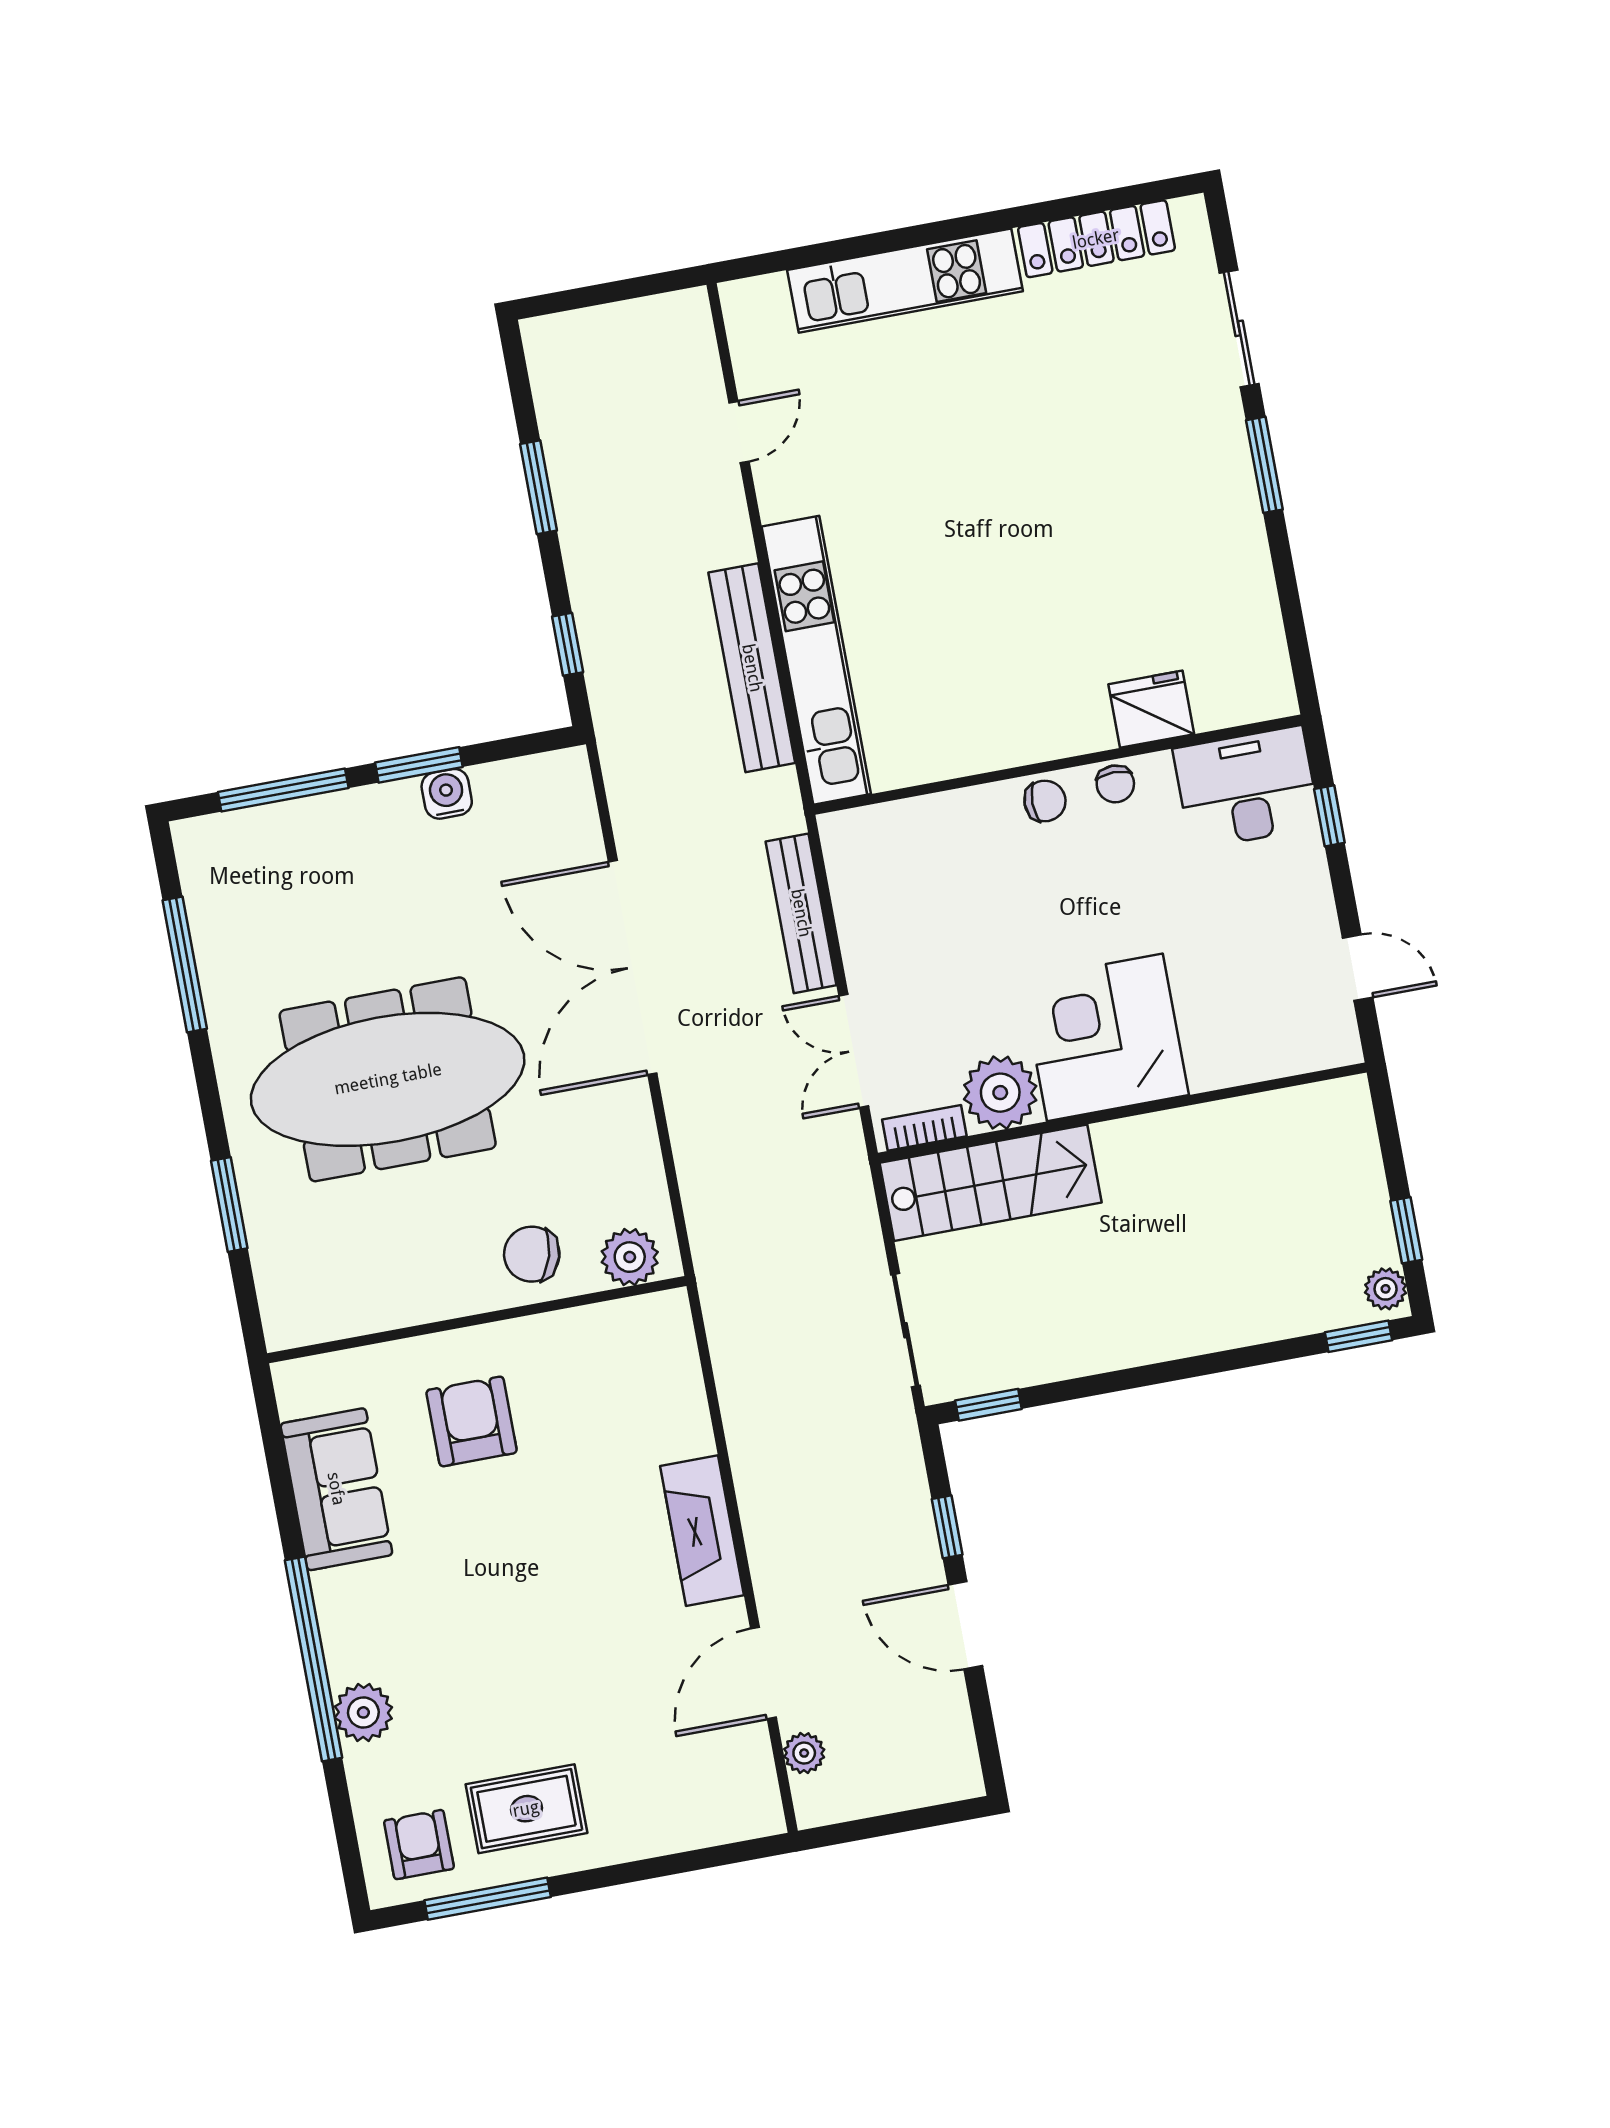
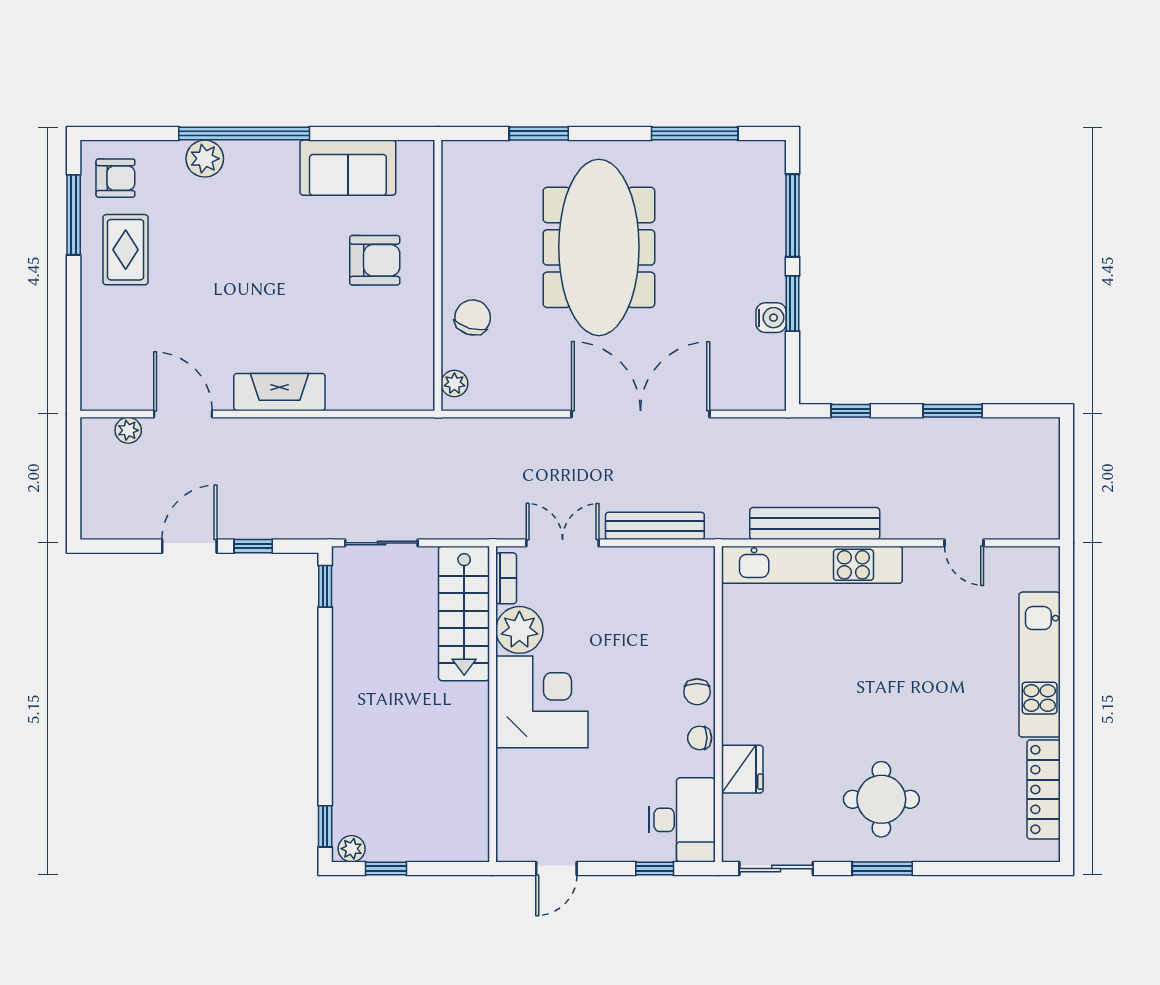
sliding door: (1239, 328) -> (776, 869), moved
round table: (1158, 486) -> (881, 799), added
plant: (630, 1257) -> (454, 383), width x0.73, depth x0.73

